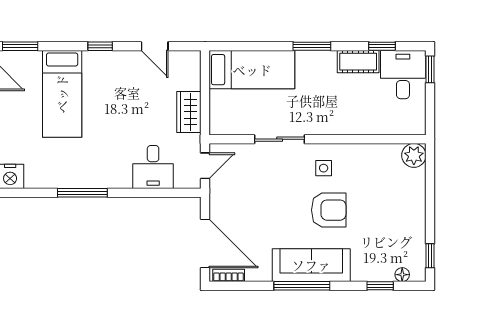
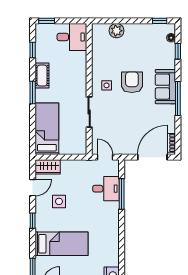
cot: (358, 62) -> (42, 76), moved
desk: (403, 75) -> (72, 37), moved, turned 180
side table: (132, 90) -> (59, 201), added
wardrobe: (189, 112) -> (48, 167), moved
plant: (414, 155) -> (116, 31), moved
window: (82, 193) -> (122, 194), moved
sofa: (311, 265) -> (165, 87), width x0.73

